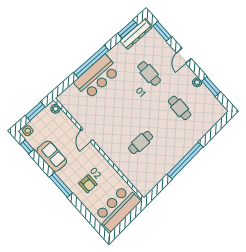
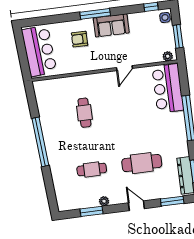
cafe table: (149, 74) -> (142, 163), width x1.37, depth x1.35
bar counter: (97, 77) -> (168, 88), moved
door: (87, 135) -> (124, 68), swing flipped
sofa: (52, 156) -> (111, 25), moved

